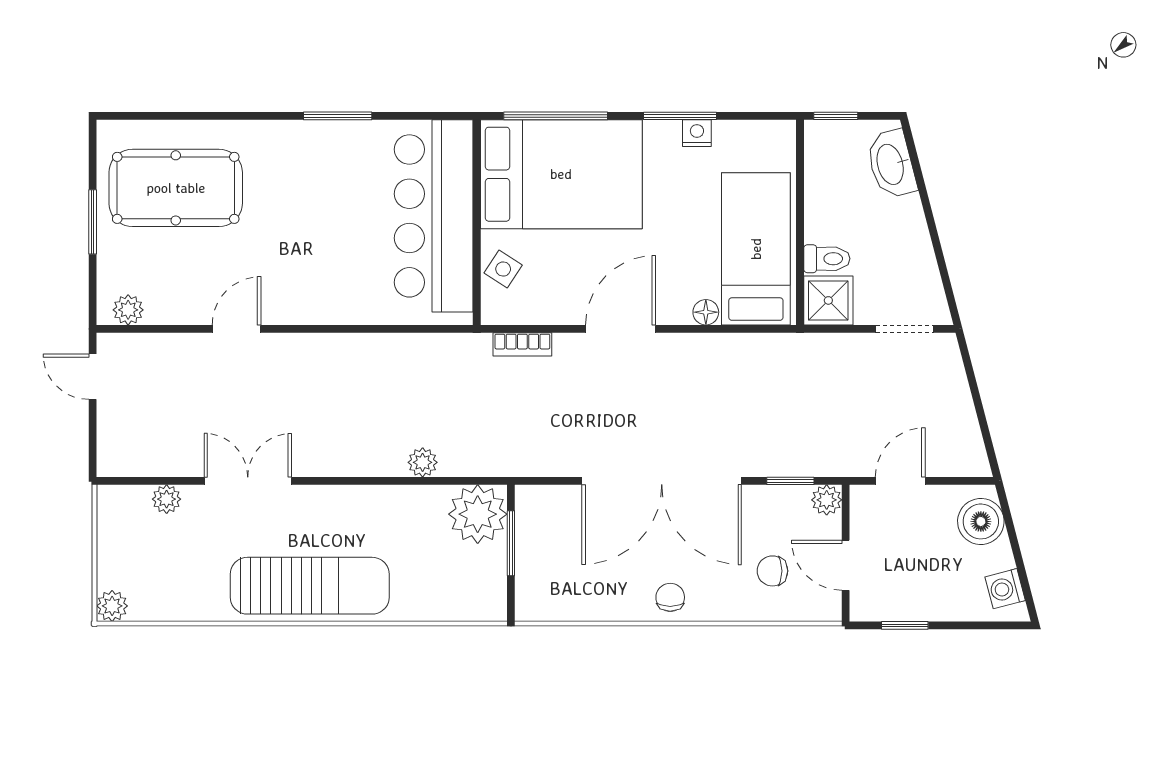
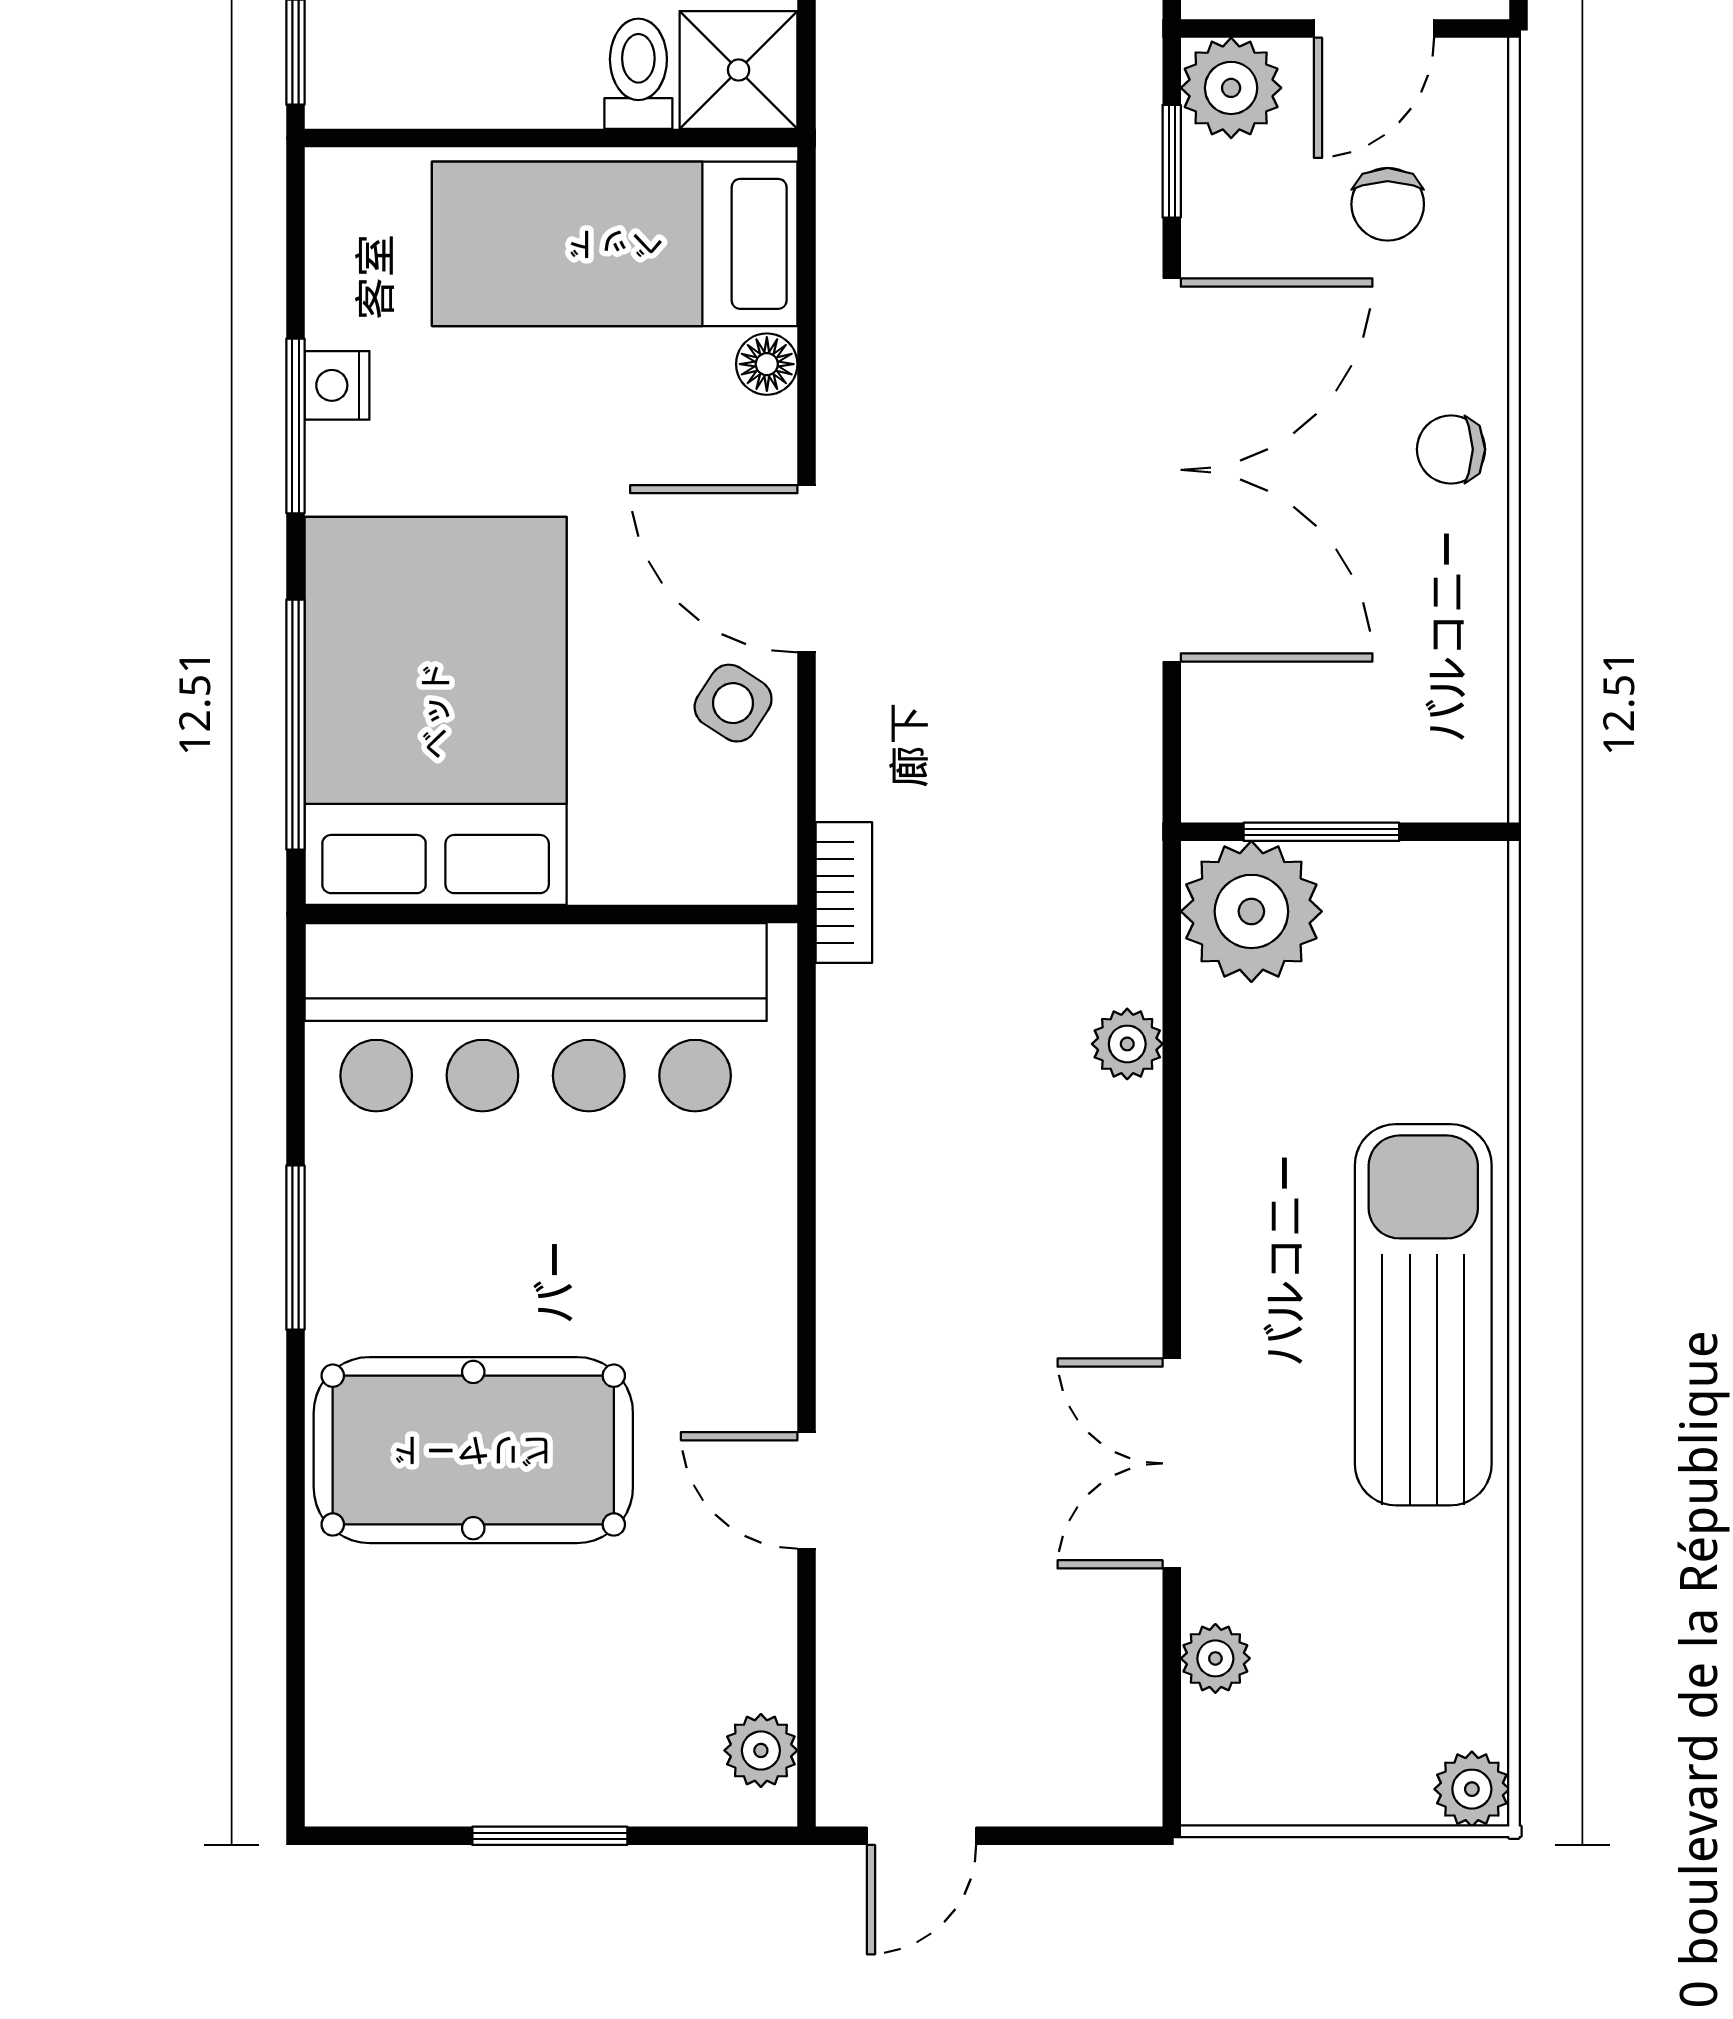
pool table: (176, 188) -> (473, 1450), moved, turned 90
side table: (503, 269) -> (733, 703), moved
bookcase: (522, 344) -> (844, 892), moved
plant: (827, 500) -> (1231, 88), width x1.38, depth x1.38

